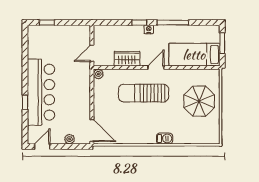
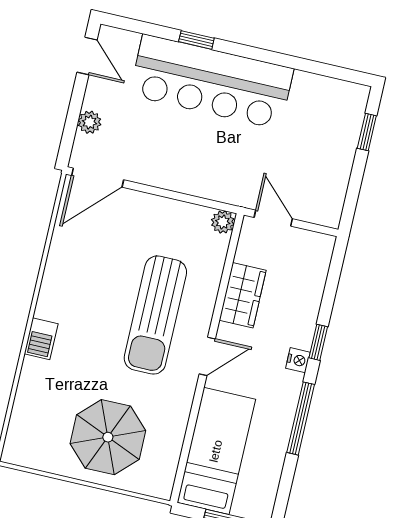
door: (156, 67) -> (207, 356), hinge flipped
sun lounger: (144, 93) -> (155, 315), turned 180

